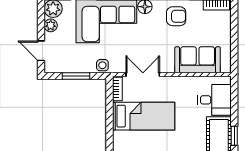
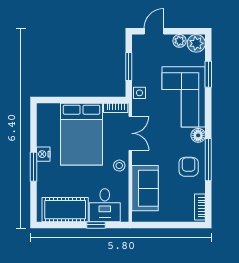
armchair: (176, 16) -> (189, 167), turned 180
stool: (175, 85) -> (119, 166), added
bed: (144, 116) -> (82, 134), width x1.50
window: (234, 136) -> (96, 225), moved

